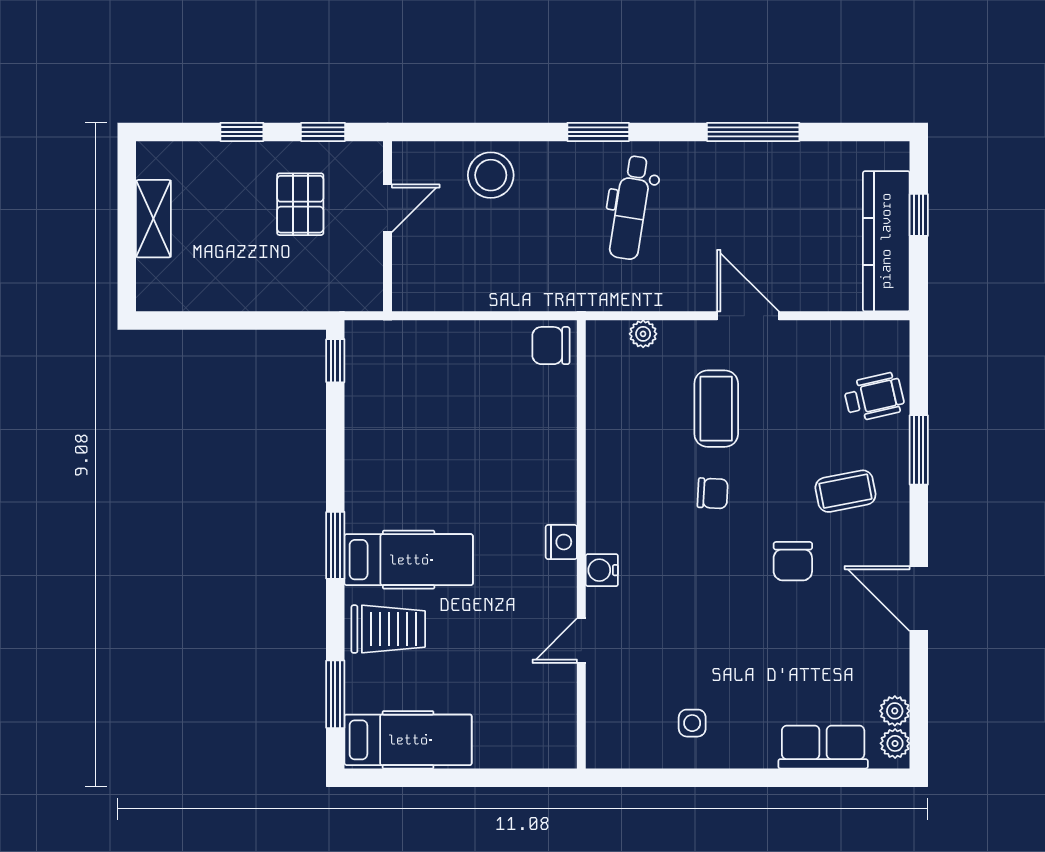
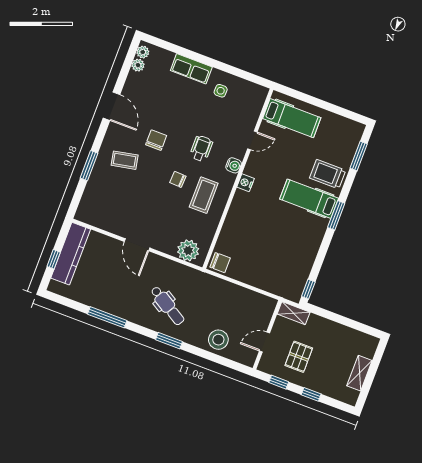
dental chair: (631, 208) -> (167, 306), turned 112
shelving: (348, 296) -> (294, 313), added
plant: (643, 334) -> (188, 250), width x1.88, depth x1.88
wheelchair: (874, 397) -> (201, 149), moved, turned 103
coffee table: (716, 409) -> (204, 195), moved
hospital bed: (408, 740) -> (292, 118), moved, turned 180
row of seats: (823, 747) -> (191, 69), moved

